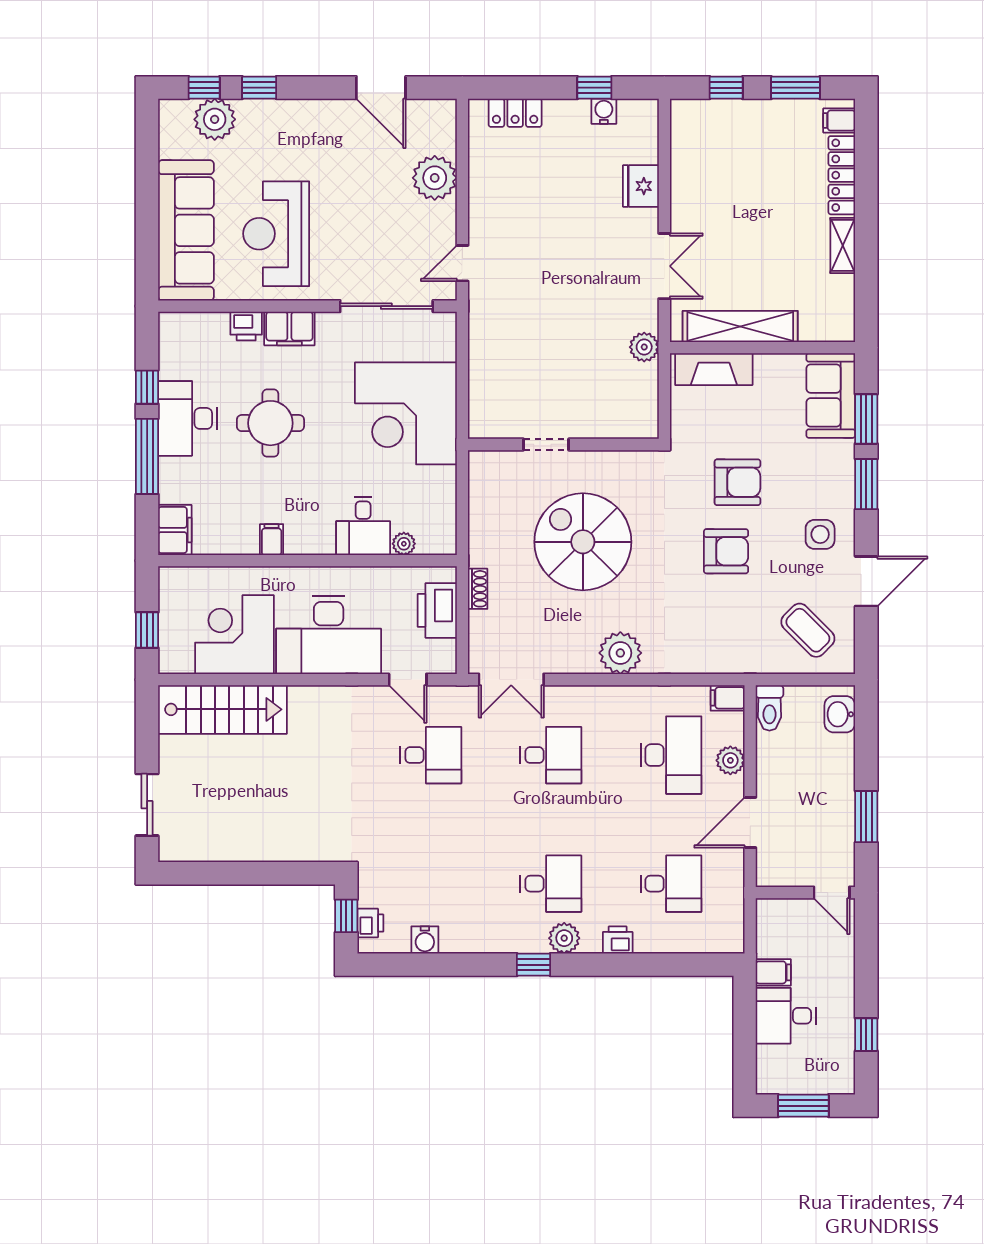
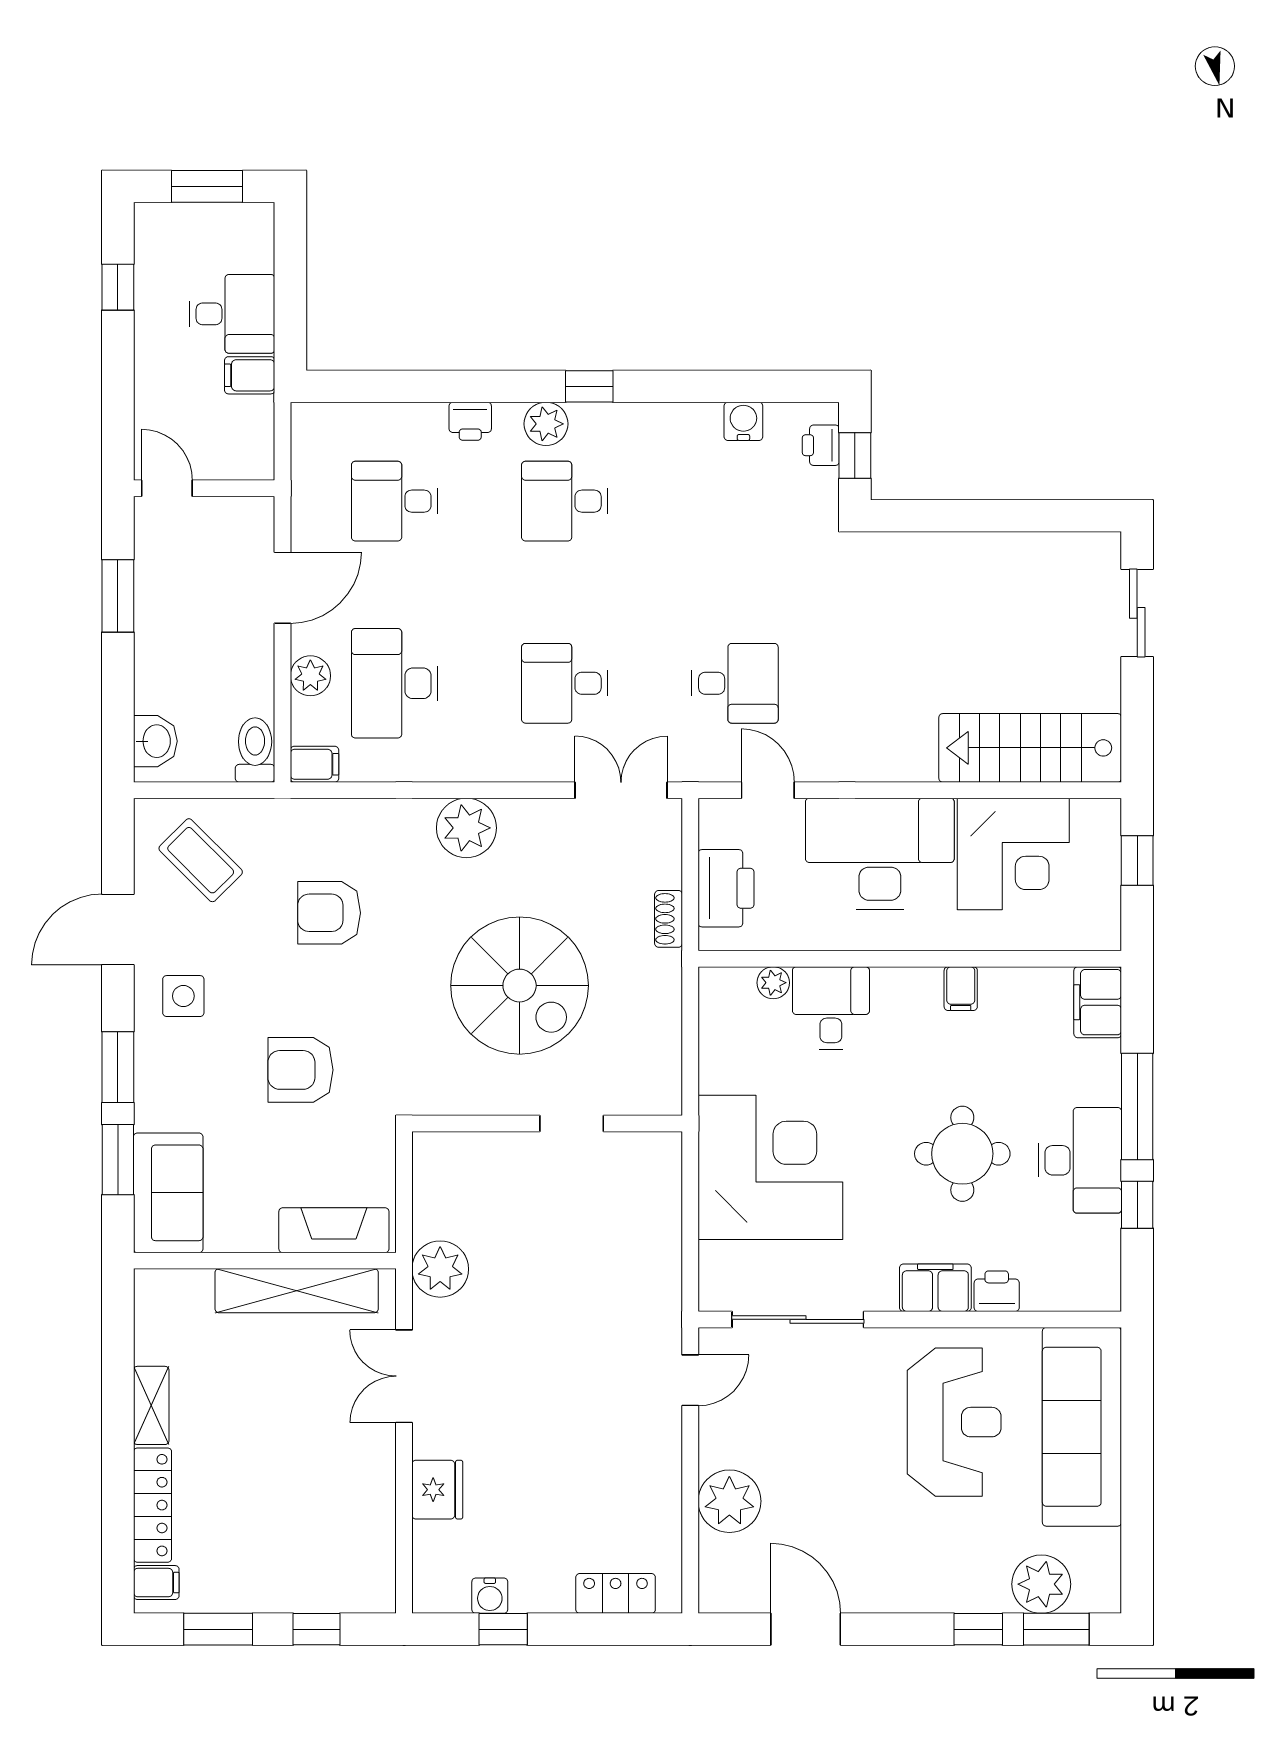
window: (204, 88) -> (1056, 1629), width x1.50
plant: (644, 347) -> (440, 1269), width x1.36, depth x1.36
armchair: (726, 551) -> (329, 913), moved
desk: (431, 755) -> (735, 683), turned 180

